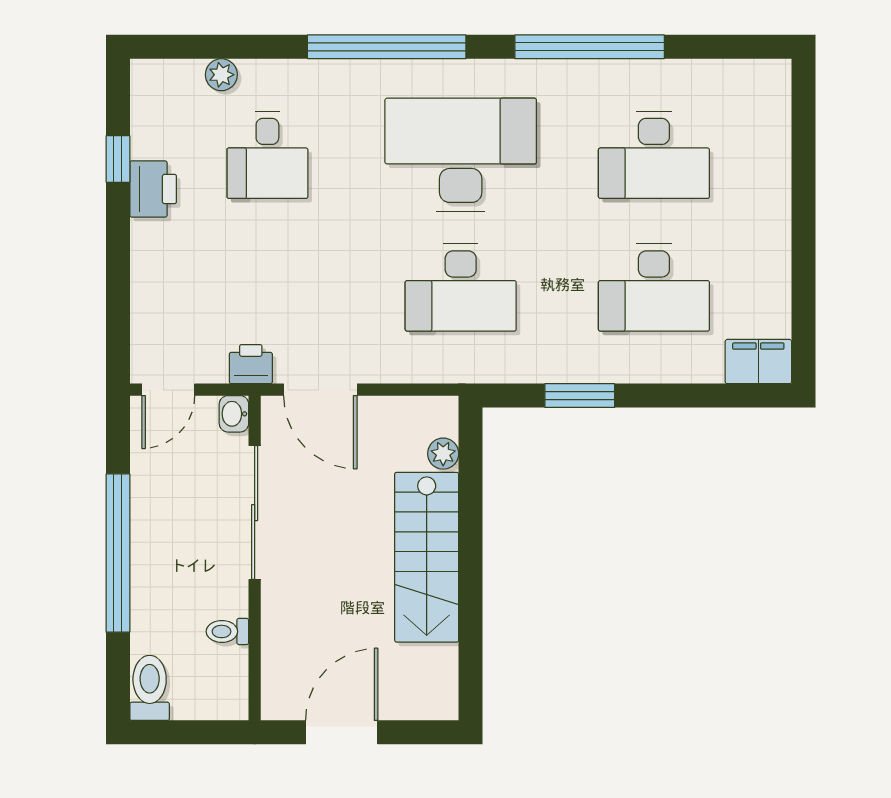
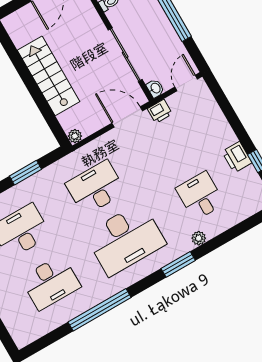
window: (387, 47) -> (178, 264), width x0.47
plant: (221, 75) -> (199, 238), moved
desk: (654, 155) -> (51, 282), turned 180
plant: (443, 454) -> (75, 136), moved

